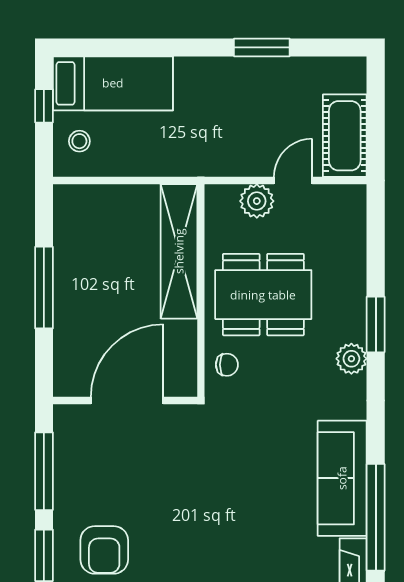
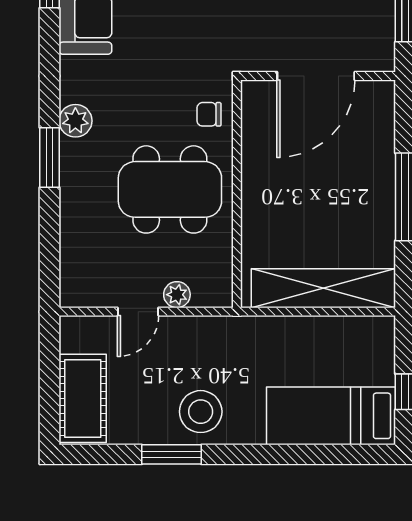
cot: (345, 136) -> (83, 398), moved
stool: (79, 141) -> (201, 412), moved, width x1.89, depth x1.89
plant: (257, 201) -> (177, 295), width x0.73, depth x0.73
shelving: (179, 251) -> (323, 288), moved, turned 90

